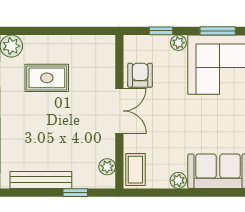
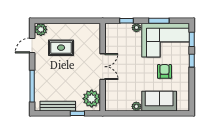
armchair: (140, 75) -> (165, 71), moved
plant: (107, 167) -> (92, 99), width x1.87, depth x1.87
coffee table: (135, 170) -> (112, 100), removed

